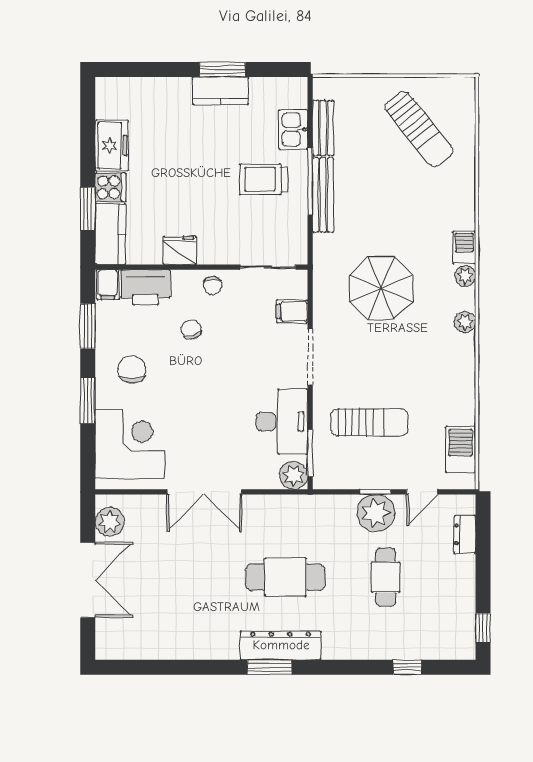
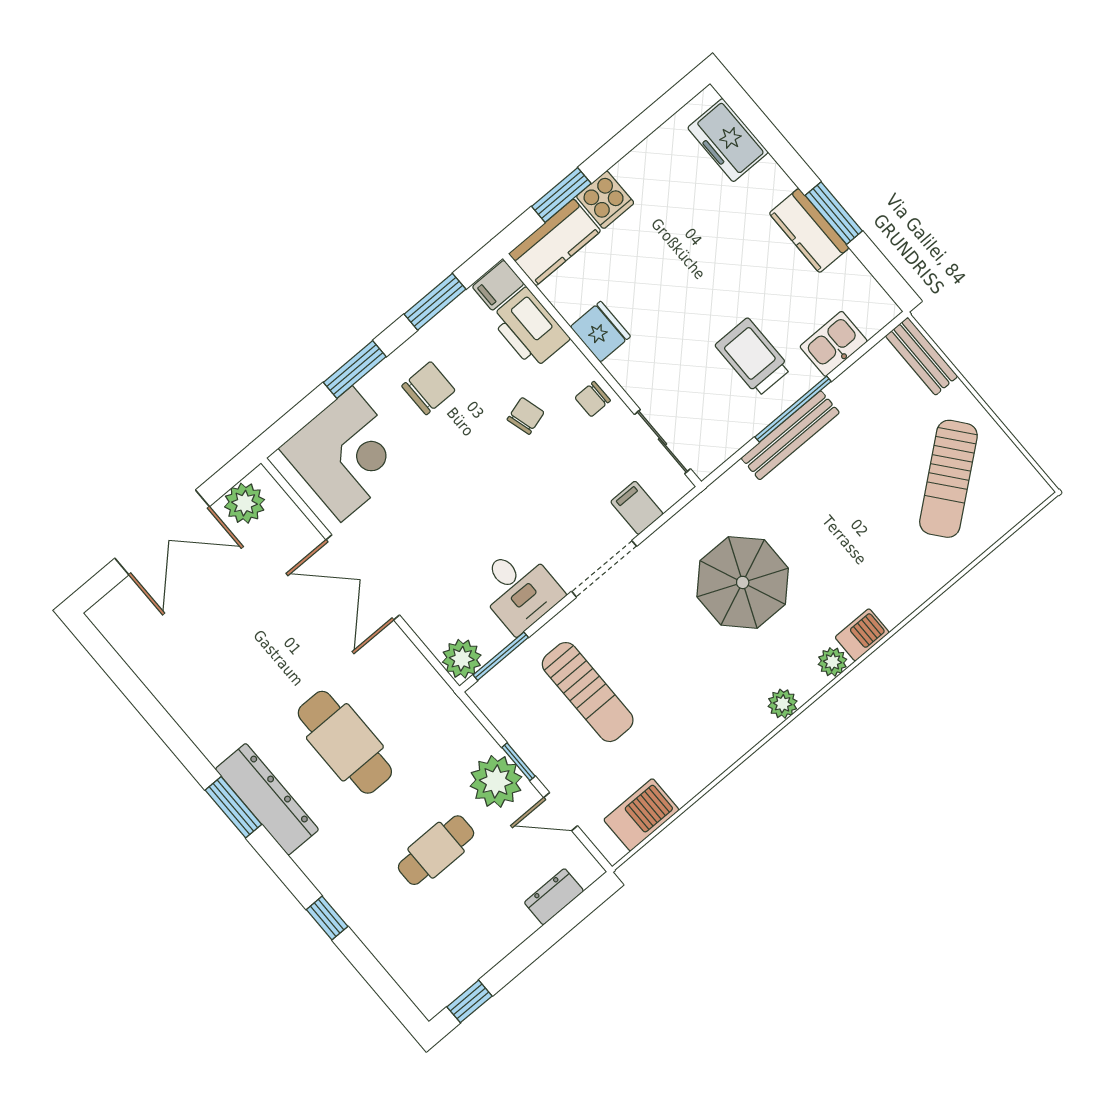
bench: (323, 128) -> (922, 356), moved, turned 90
freezer: (112, 145) -> (728, 140), moved, turned 90
desk: (282, 422) -> (519, 589), width x0.73
window: (407, 667) -> (327, 918), moved

